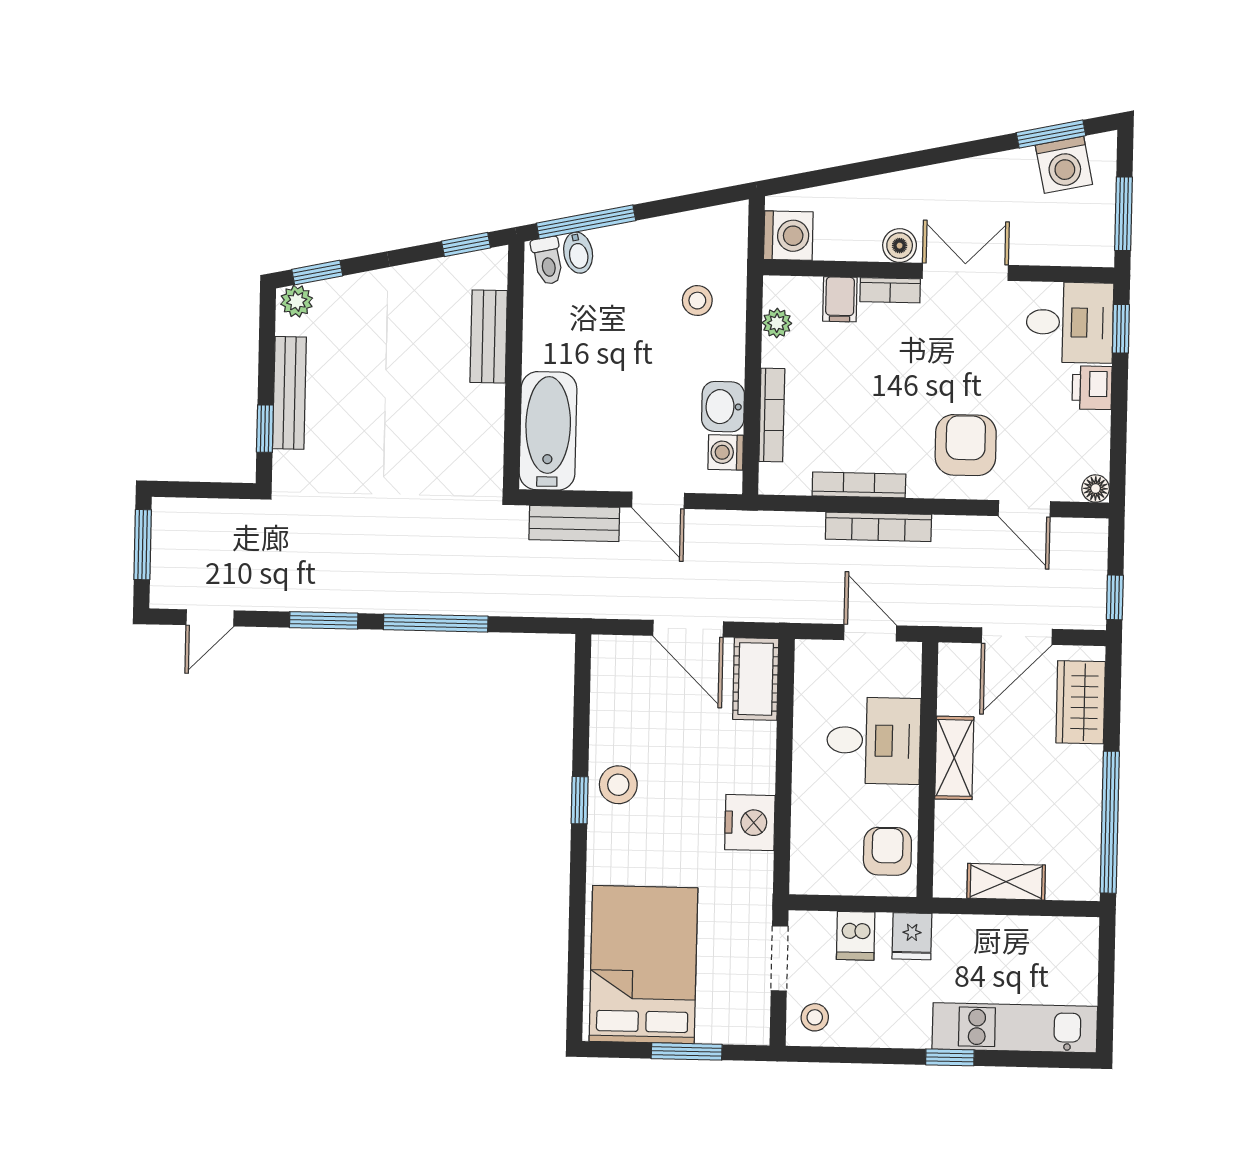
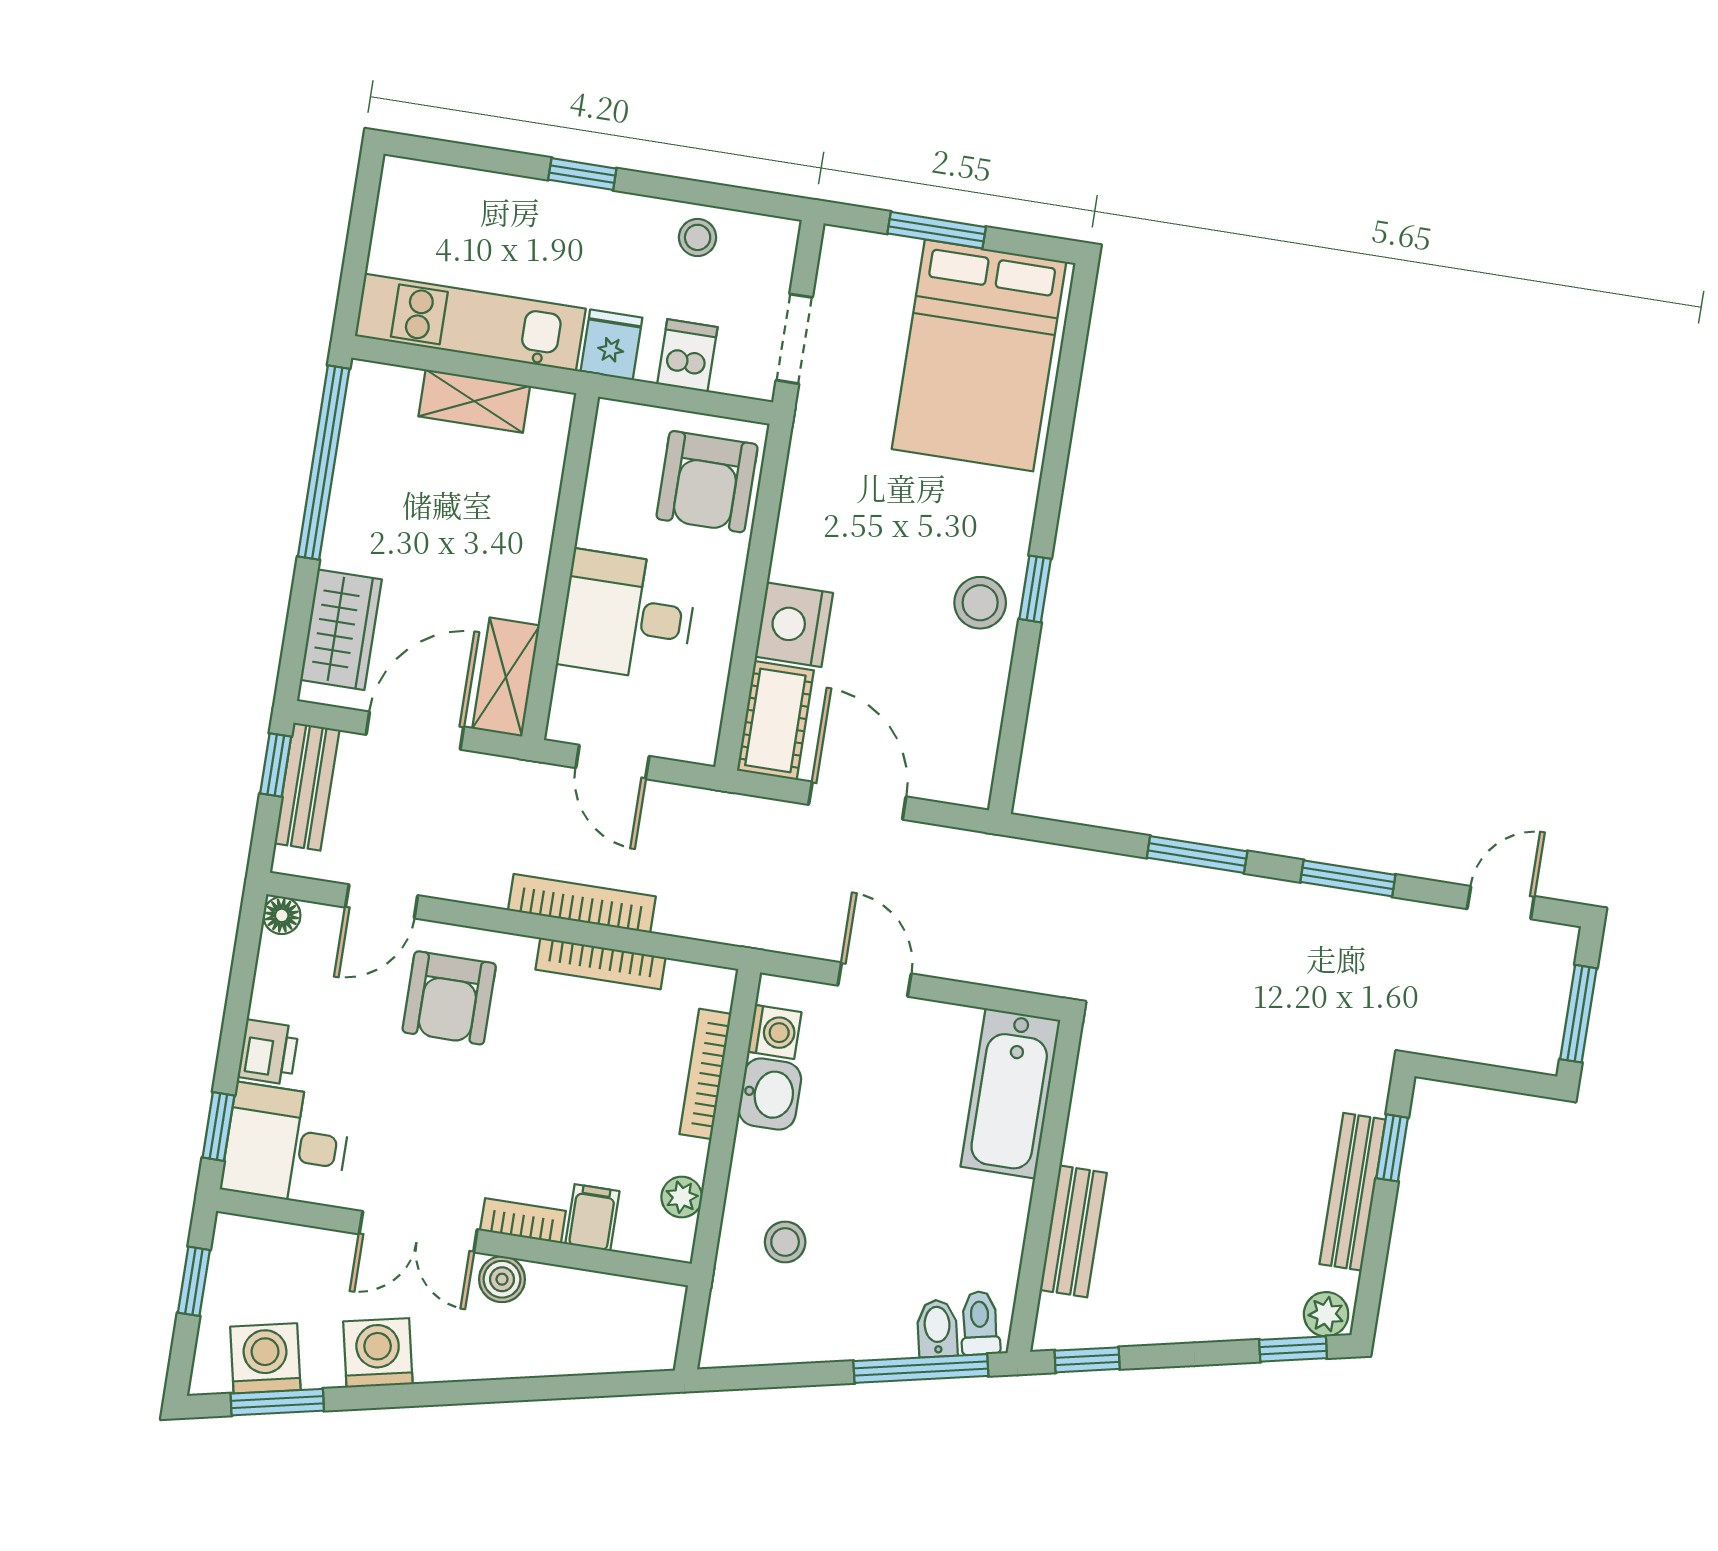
window: (1123, 214) -> (194, 1281), width x0.67
washing machine: (788, 236) -> (378, 1353), moved, turned 78
door: (1024, 509) -> (382, 901), swing flipped
bench: (574, 524) -> (307, 787), moved, turned 90
window: (436, 623) -> (1197, 855), width x0.69
shelving: (954, 758) -> (506, 677), moved
nightstand: (750, 823) -> (794, 625), moved
armchair: (887, 851) -> (707, 482), moved, width x1.38, depth x1.38
stool: (815, 1017) -> (698, 237), moved
kitchen unit: (1015, 1028) -> (470, 322), moved, turned 180

